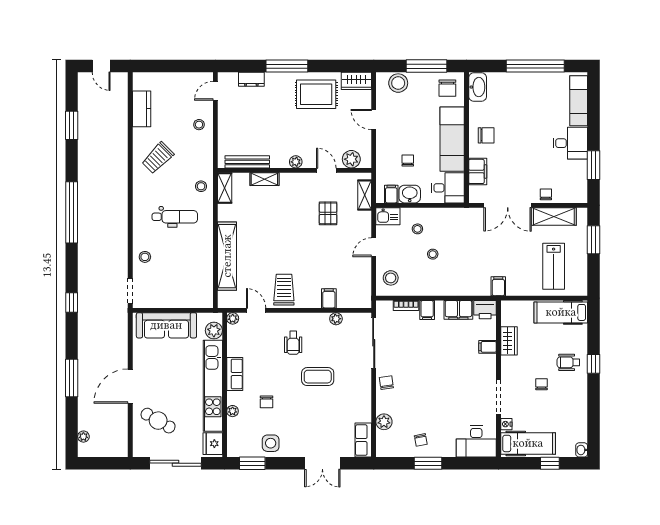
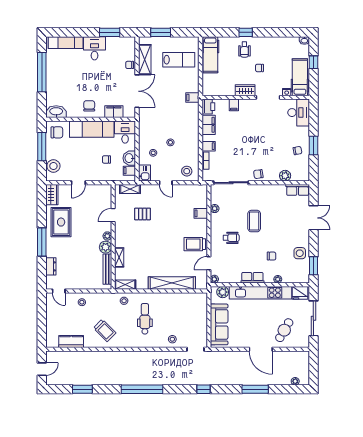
plant: (351, 159) -> (106, 247), moved
wardrobe: (509, 341) -> (245, 90), moved

